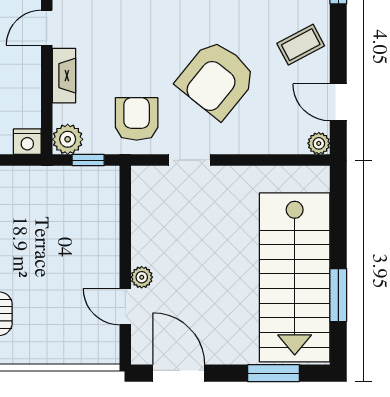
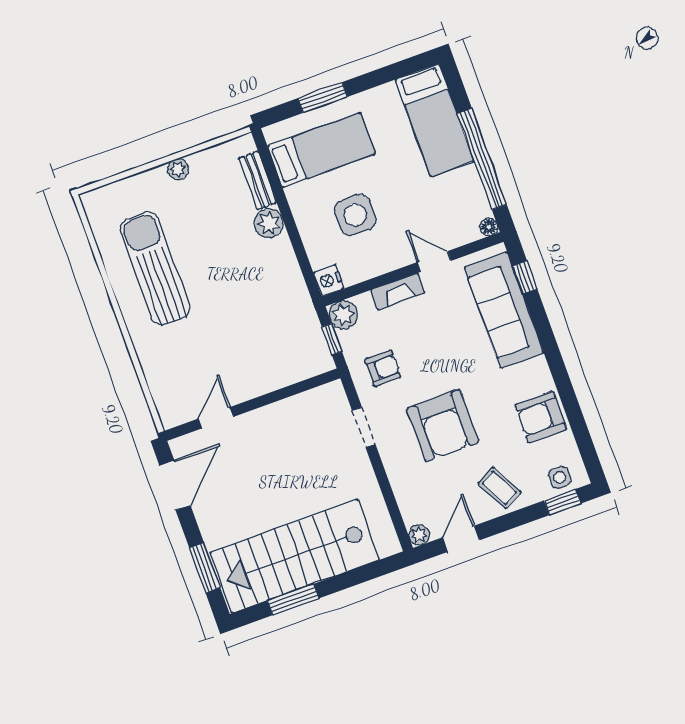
armchair: (217, 79) -> (443, 425), turned -129
armchair: (137, 119) -> (383, 368), width x0.72, depth x0.72
plant: (142, 277) -> (247, 423), removed

